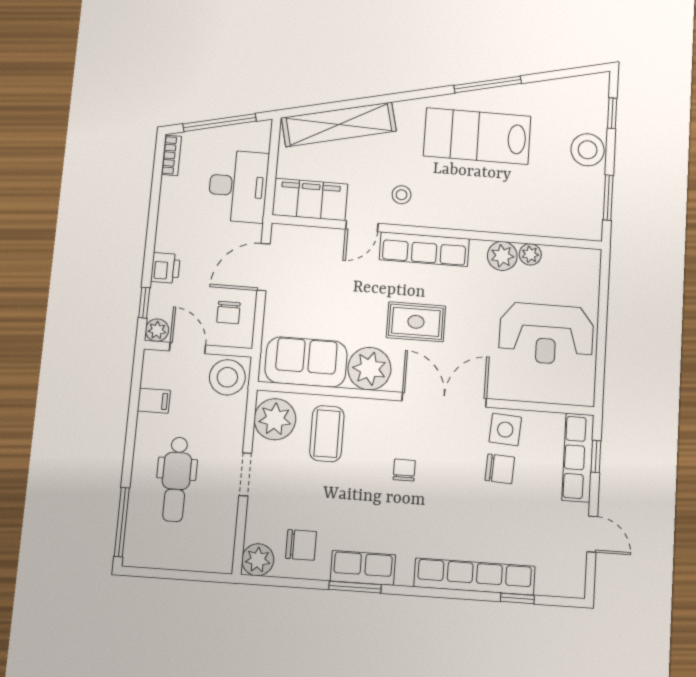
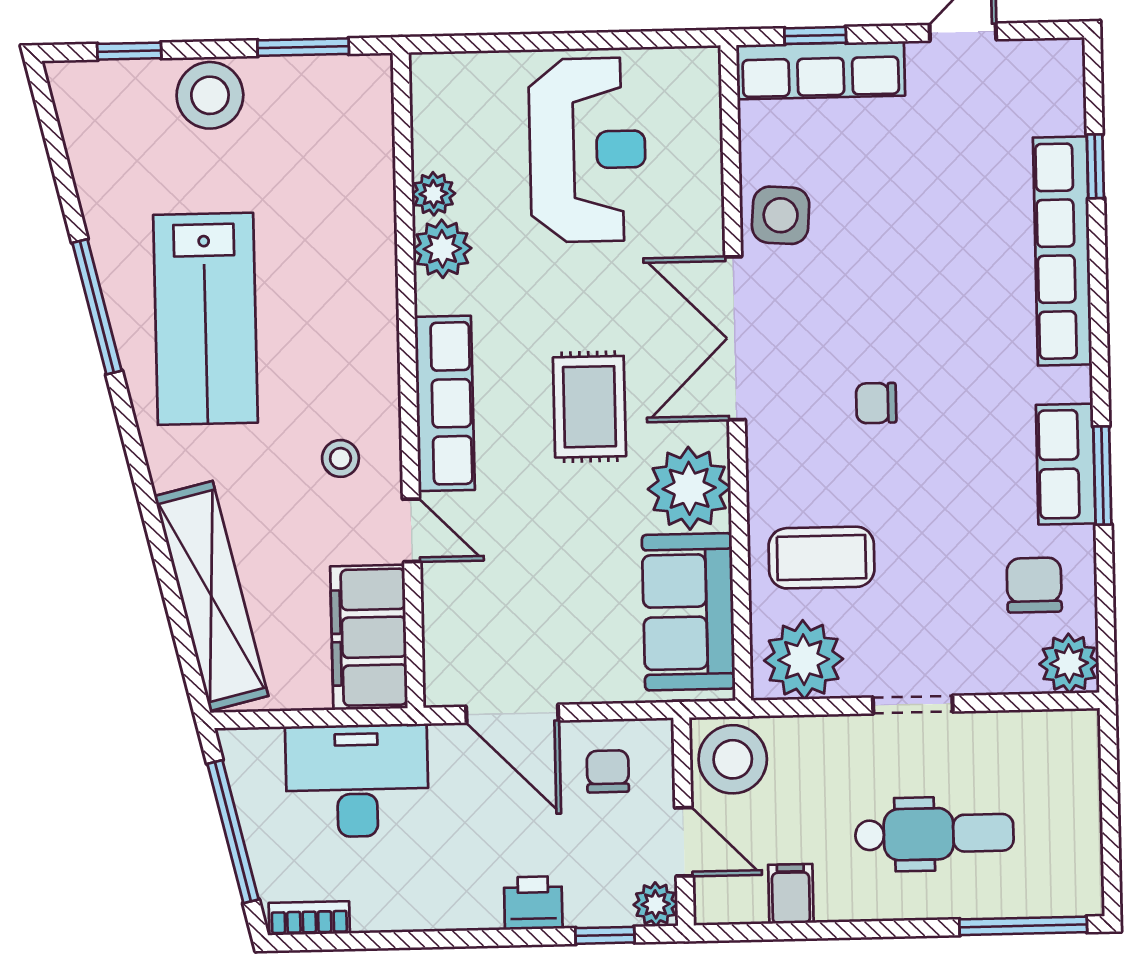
chair: (228, 313) -> (608, 771), turned -90
door: (188, 348) -> (684, 842), swing flipped
chair: (500, 469) -> (856, 220), removed

